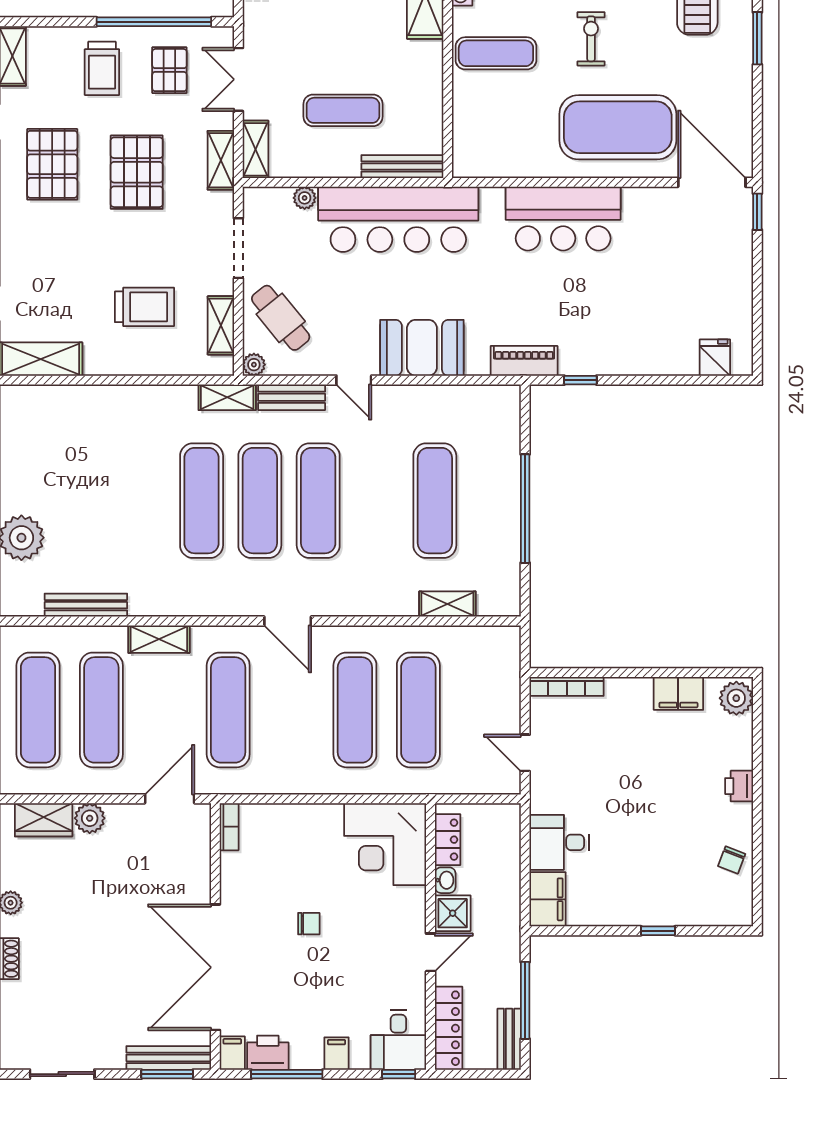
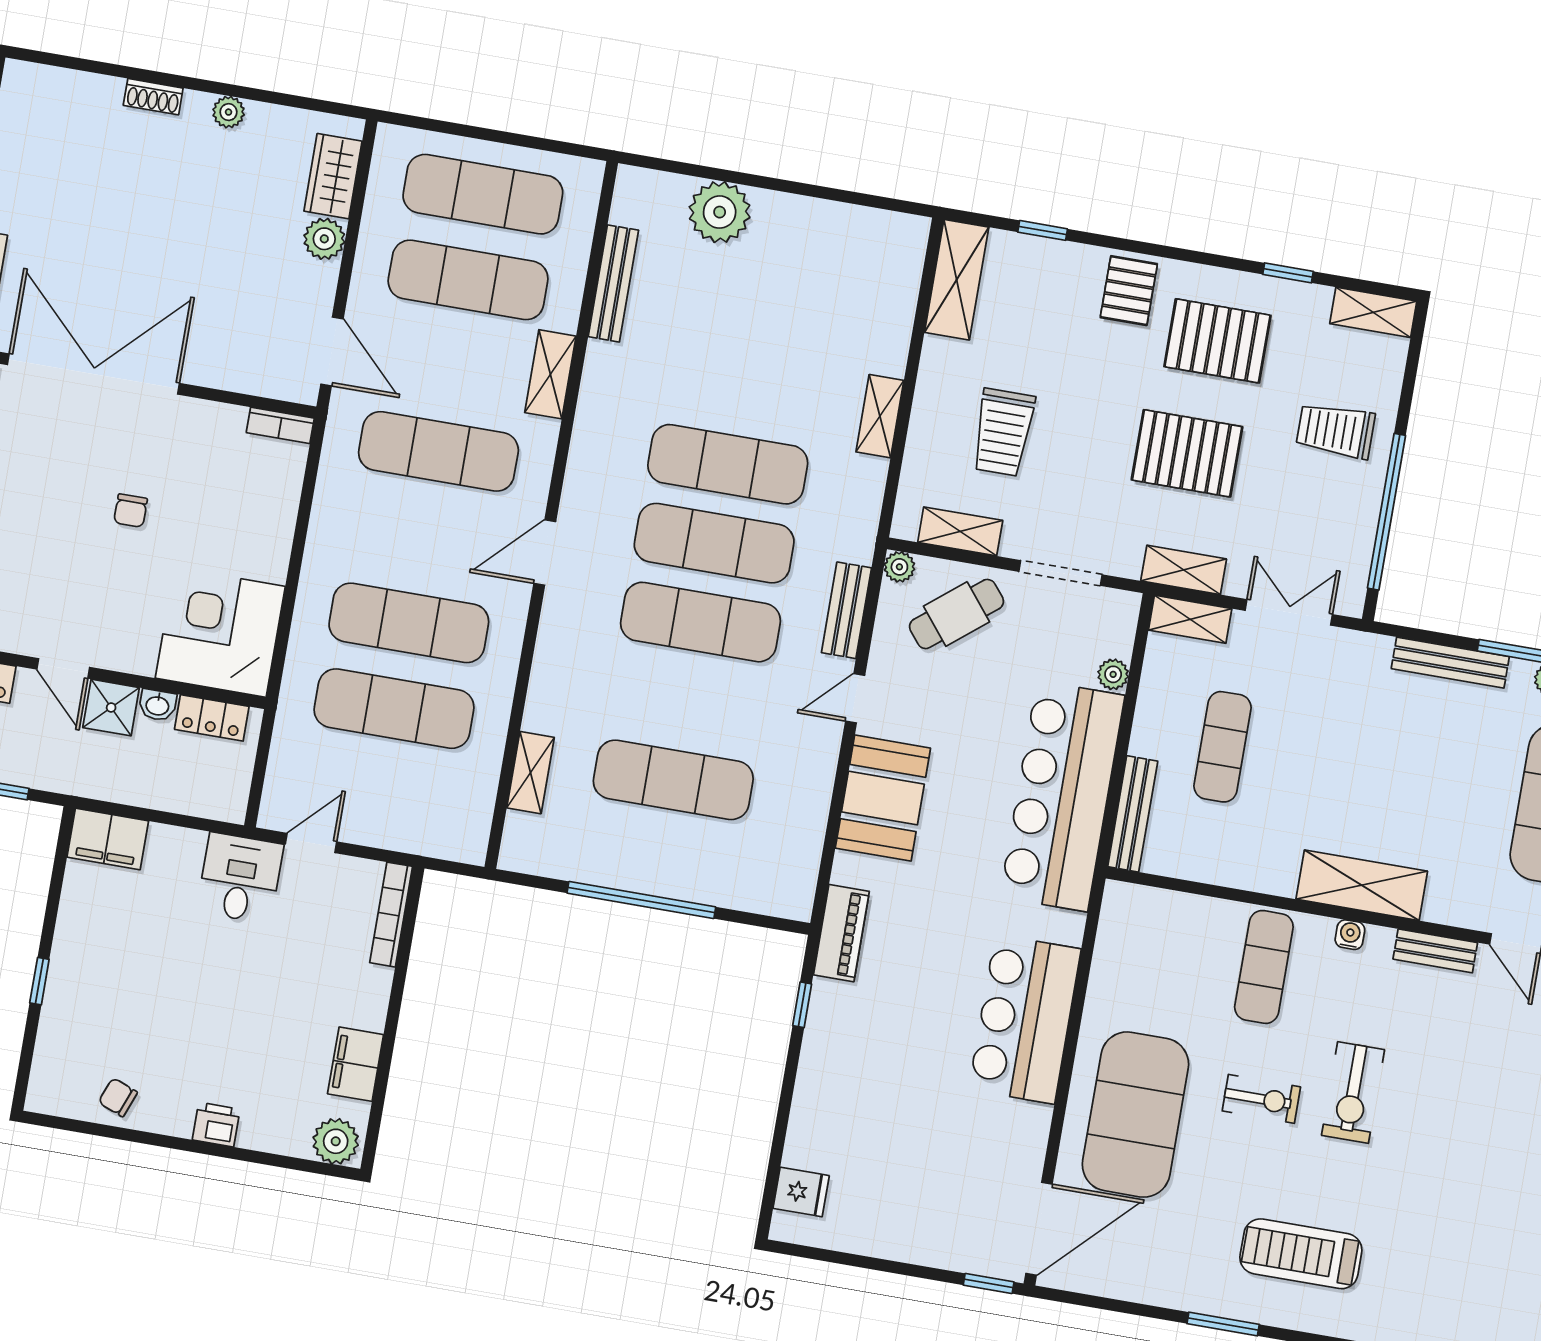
pallet: (169, 70) -> (1129, 291), moved, turned 90
shelving: (227, 397) -> (880, 416), moved
desk: (559, 842) -> (240, 878), moved

